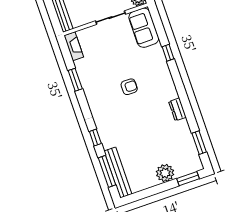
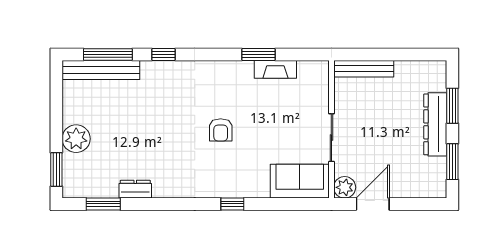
fireplace: (74, 46) -> (275, 69), moved
window: (168, 53) -> (232, 204), moved
dresser: (177, 109) -> (135, 189), moved

